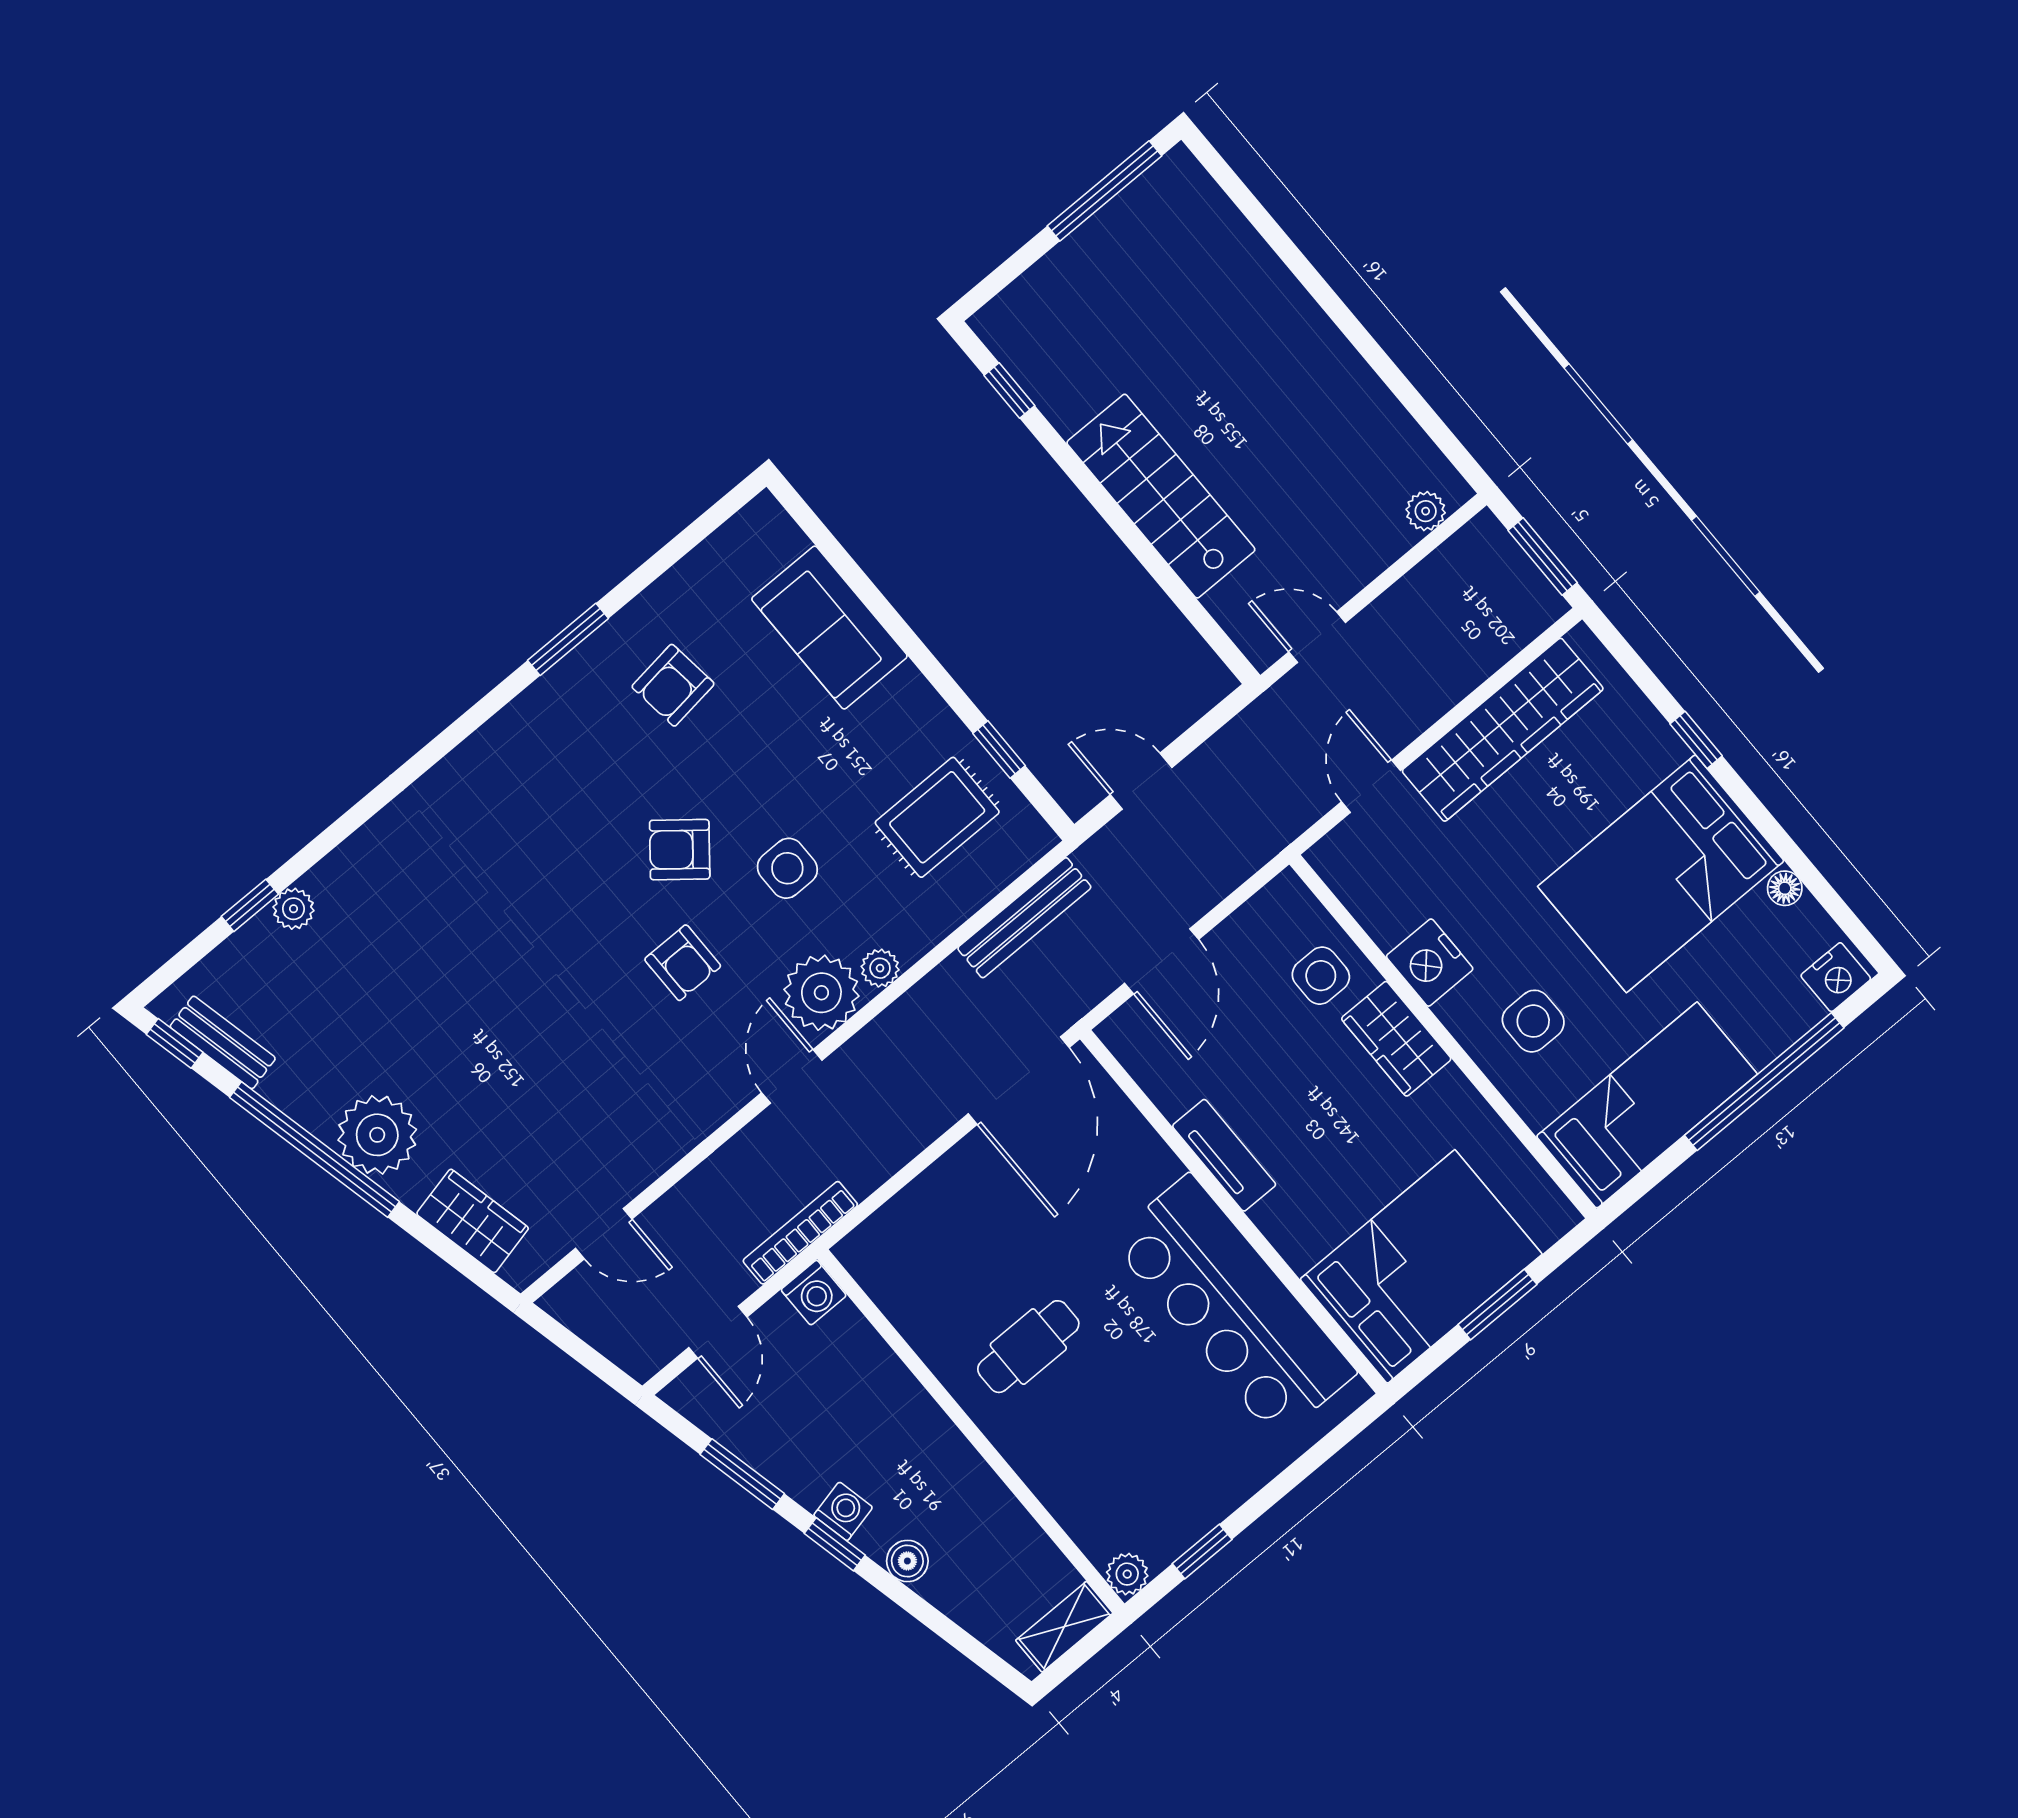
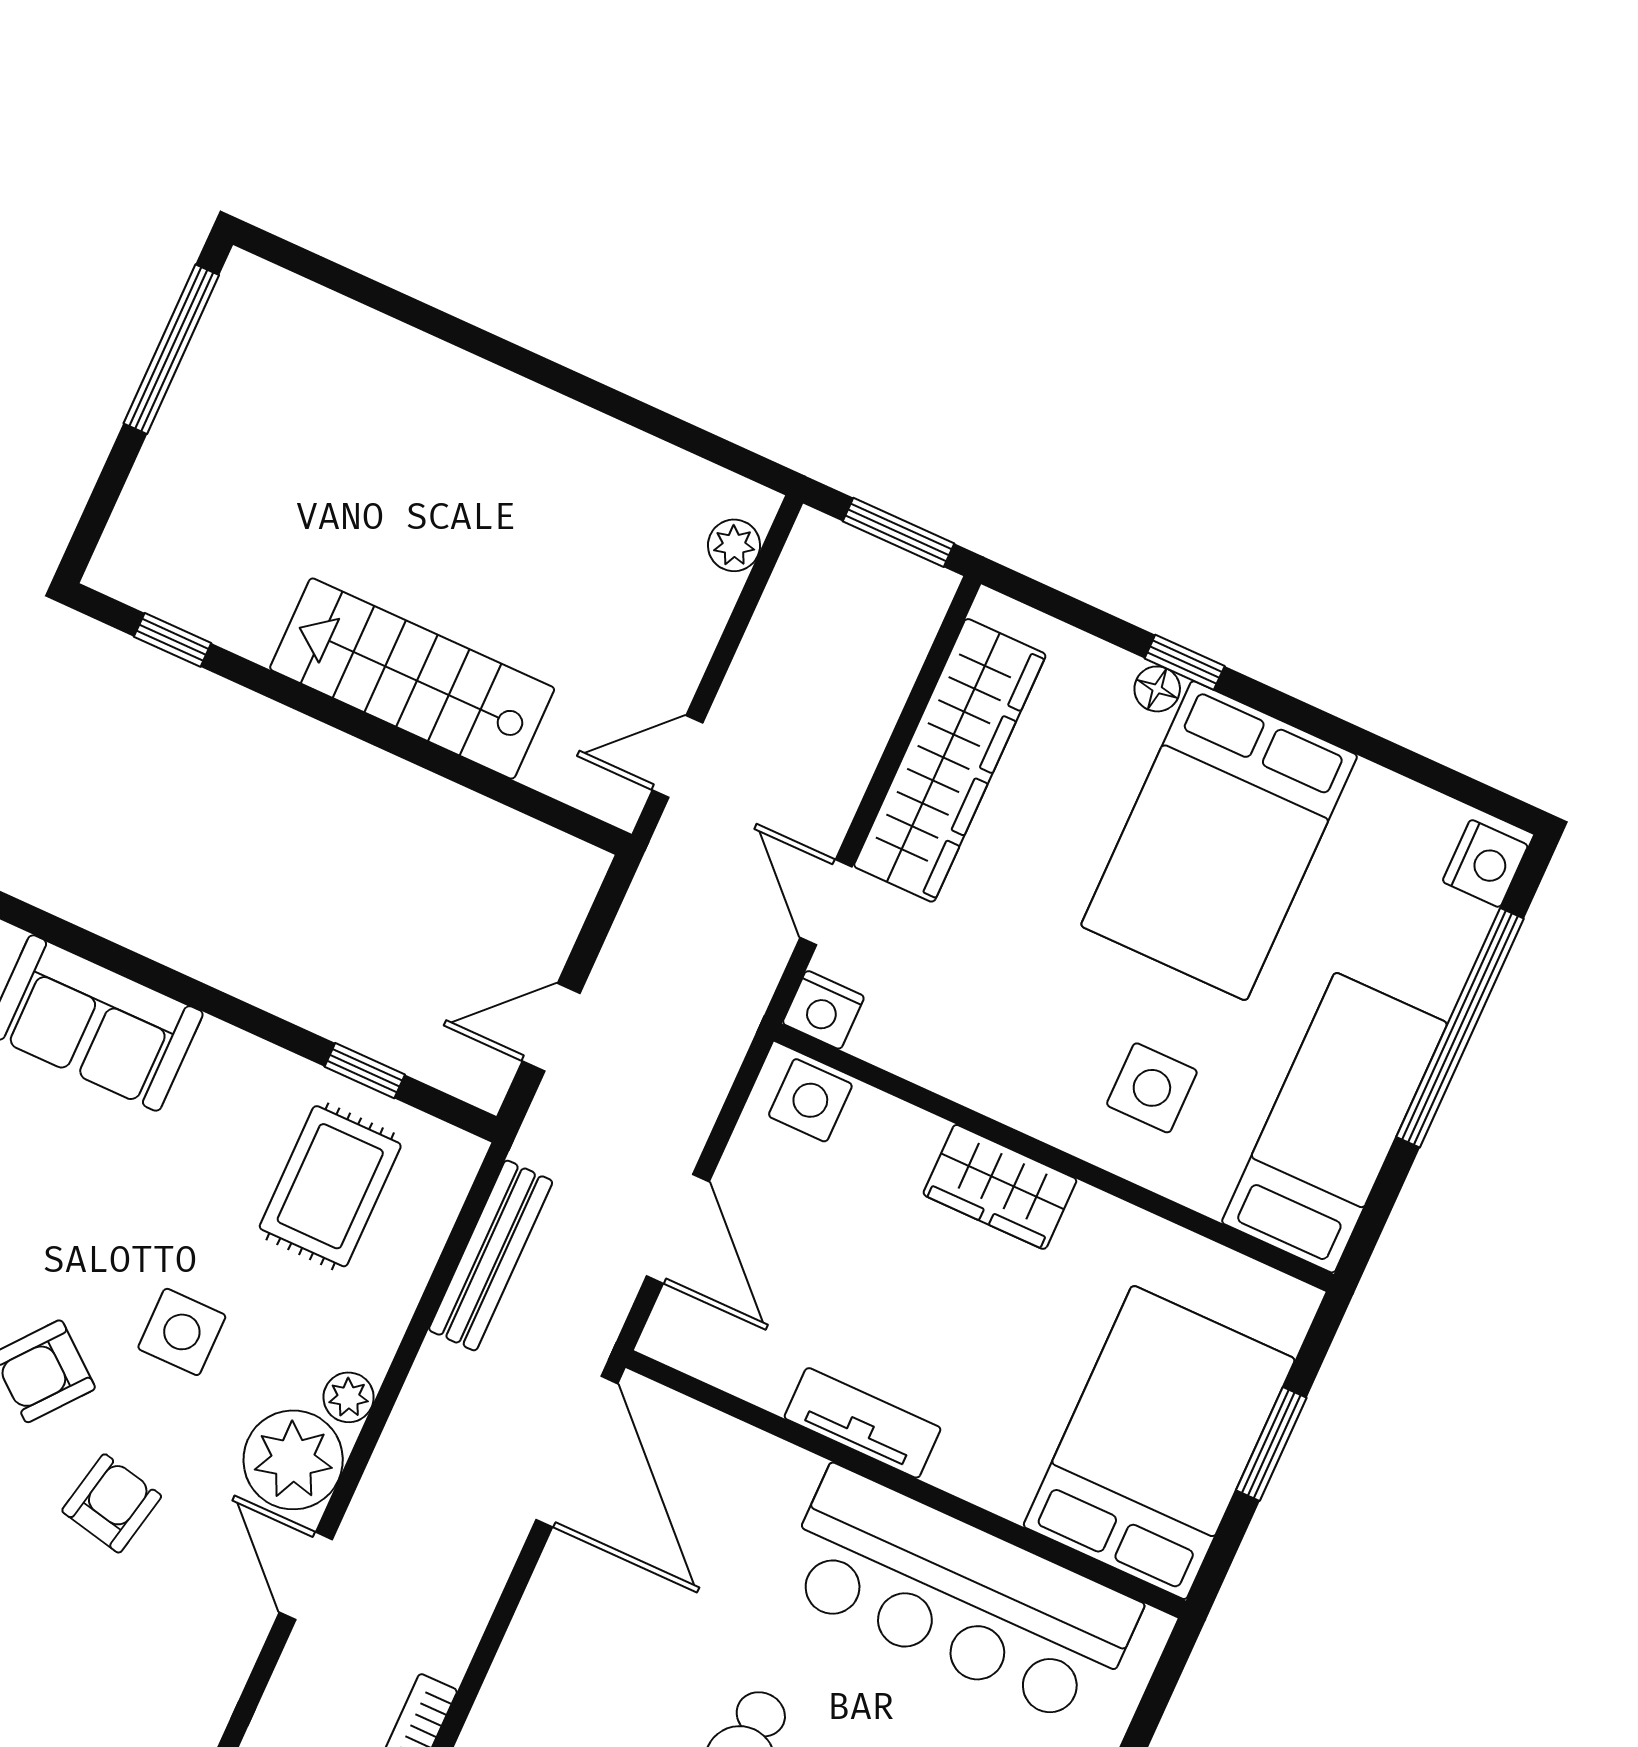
floor lamp: (1785, 888) -> (1157, 689), moved
armchair: (683, 963) -> (112, 1503), turned -78
nightstand: (1430, 963) -> (823, 1010), moved, width x0.74, depth x0.75
side table: (1321, 976) -> (810, 1100), moved

